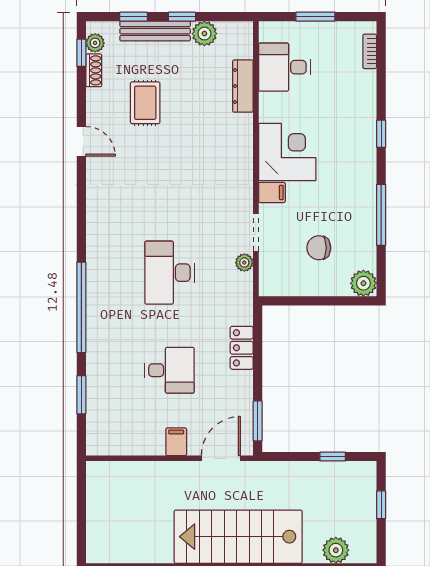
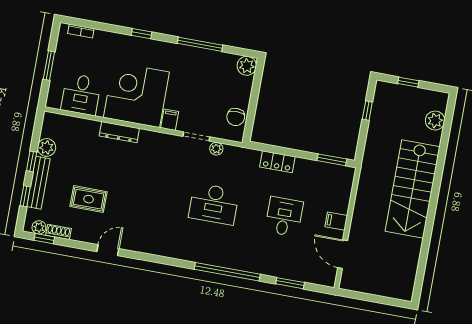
dresser: (243, 86) -> (119, 132), moved
corner desk: (287, 152) -> (136, 95), width x1.36, depth x1.36
chair: (319, 248) -> (236, 117), moved
door: (221, 458) -> (343, 254), moved

